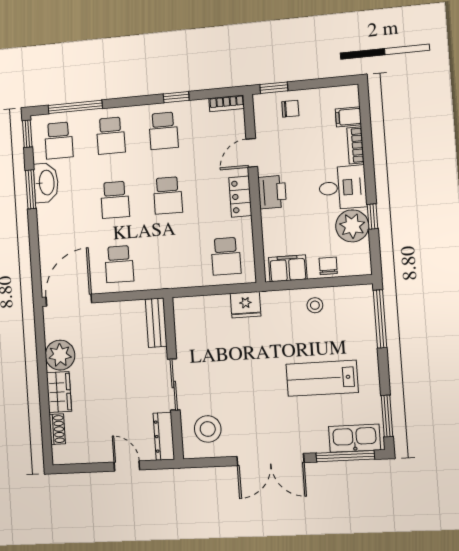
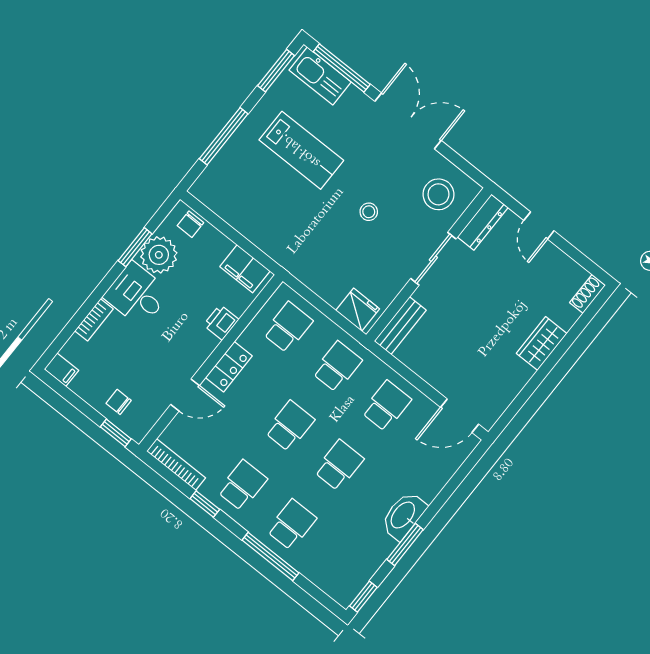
bookcase: (227, 103) -> (176, 464), width x1.56
window: (75, 107) -> (270, 556), moved
filing cabinet: (348, 117) -> (61, 370), moved
school desk: (59, 140) -> (337, 367), moved
washbasin: (46, 183) -> (403, 516), moved
printer: (272, 192) -> (221, 322), moved, width x0.73, depth x0.81
window: (372, 217) -> (135, 247), width x1.50
chair: (328, 266) -> (190, 224), moved
door: (69, 300) -> (460, 416), width x0.73
fridge: (246, 305) -> (358, 310), moved
stool: (315, 305) -> (369, 212), moved
window: (380, 319) -> (224, 136), moved
plant: (60, 355) -> (511, 375), removed
shoe rack: (57, 429) -> (587, 294), moved

